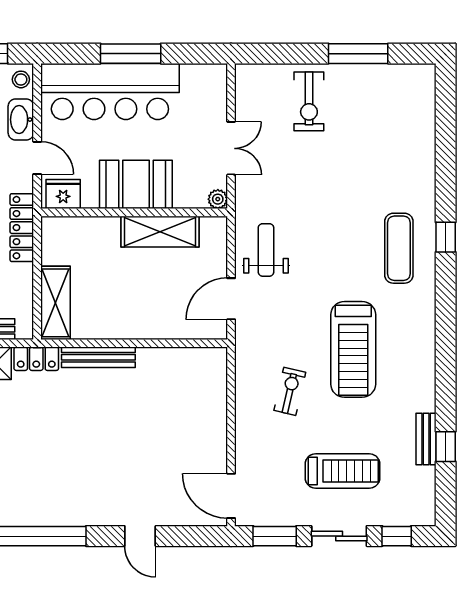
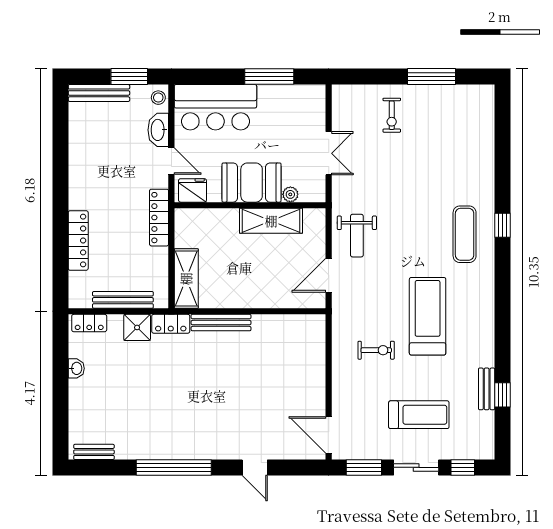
window: (131, 54) -> (269, 77), moved
bar counter: (110, 91) -> (215, 107), width x0.73
exercise bike: (309, 101) -> (392, 115), width x0.73, depth x0.72
plant: (218, 199) -> (290, 194), moved
weight bench: (266, 250) -> (357, 236), turned 180
treadmill: (353, 349) -> (428, 316), turned 180
exercise bike: (290, 391) -> (376, 350), turned 77

